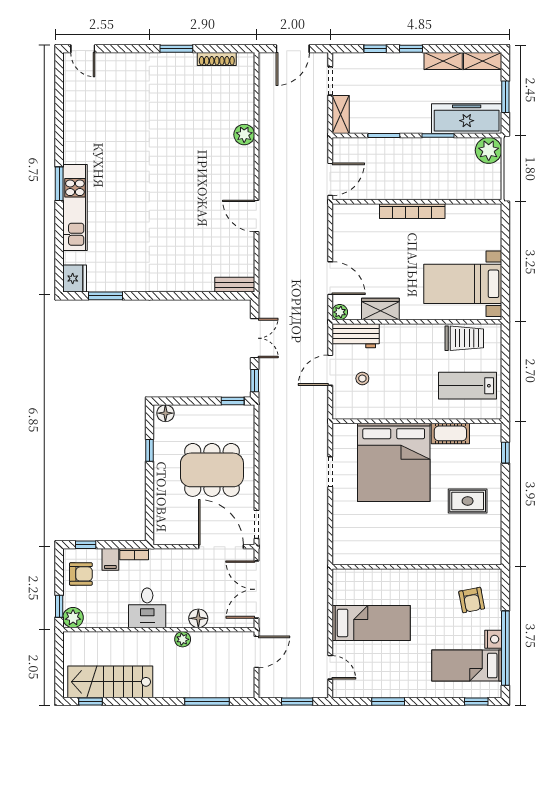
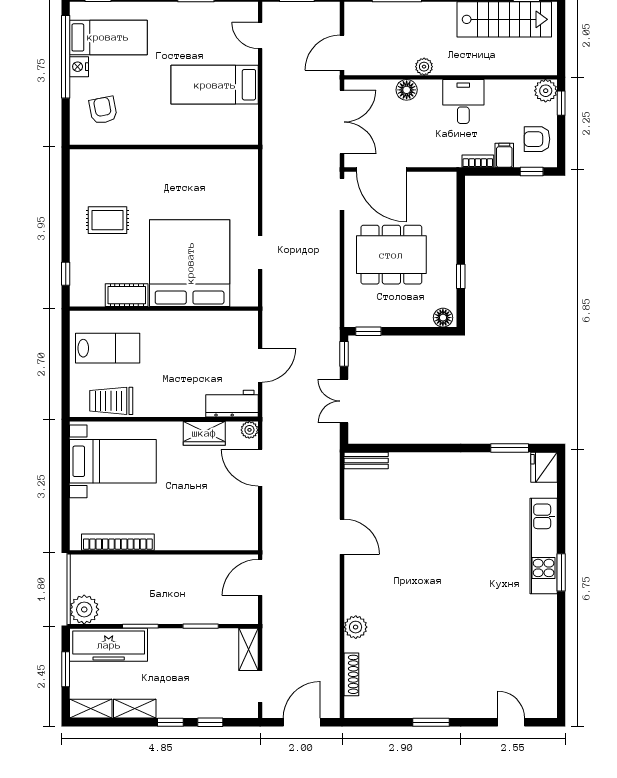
door: (83, 49) -> (511, 722), moved
shoe rack: (217, 59) -> (351, 674), moved, turned 90
bookcase: (412, 211) -> (118, 542), moved
stool: (362, 378) -> (224, 356), removed

